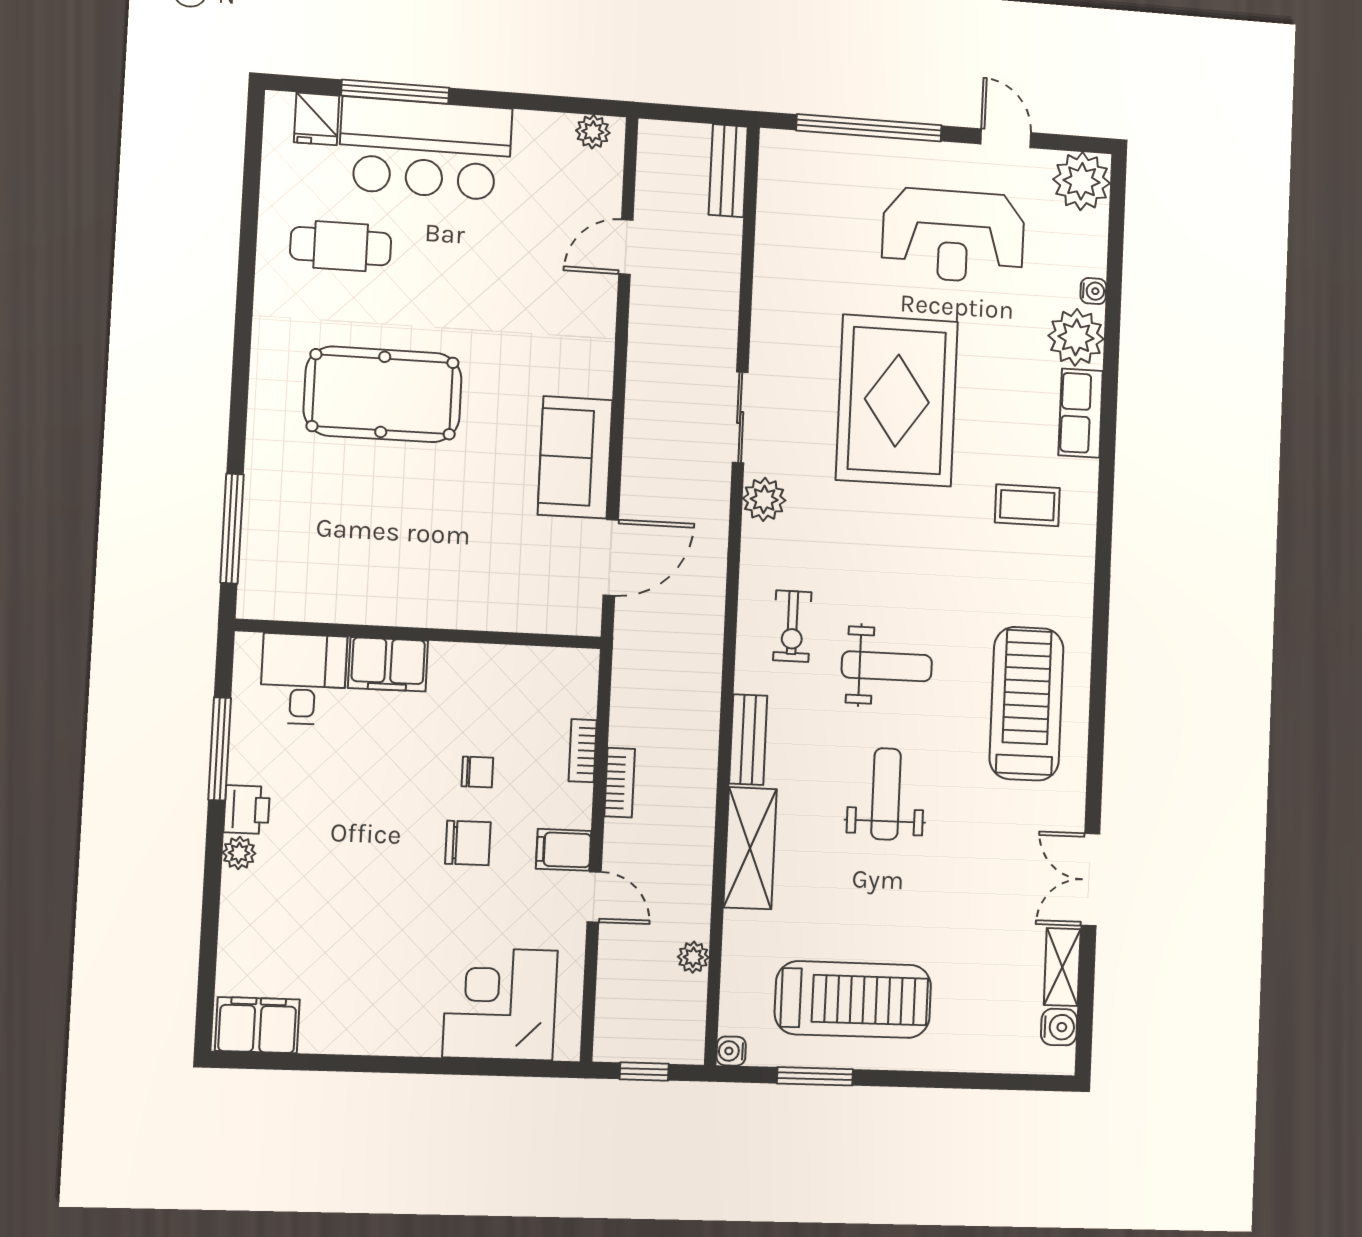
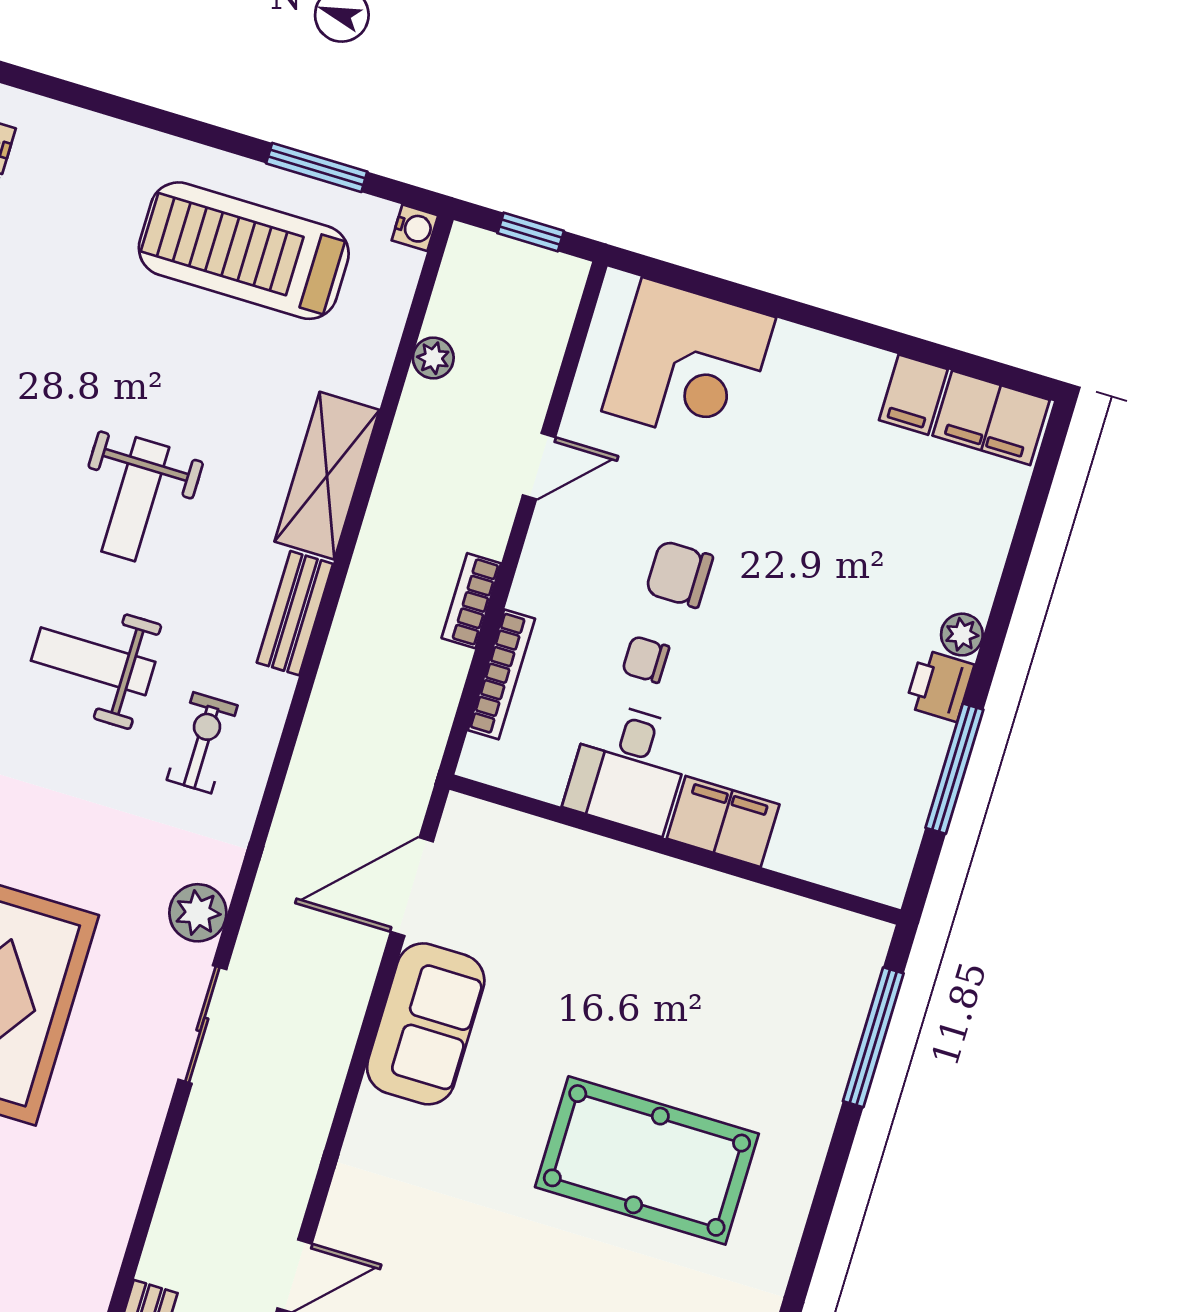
desk: (303, 679) -> (628, 768), moved
bookcase: (583, 751) -> (501, 674), width x1.56
filing cabinet: (564, 850) -> (913, 395), moved, turned 90
door: (594, 897) -> (539, 466), swing flipped

